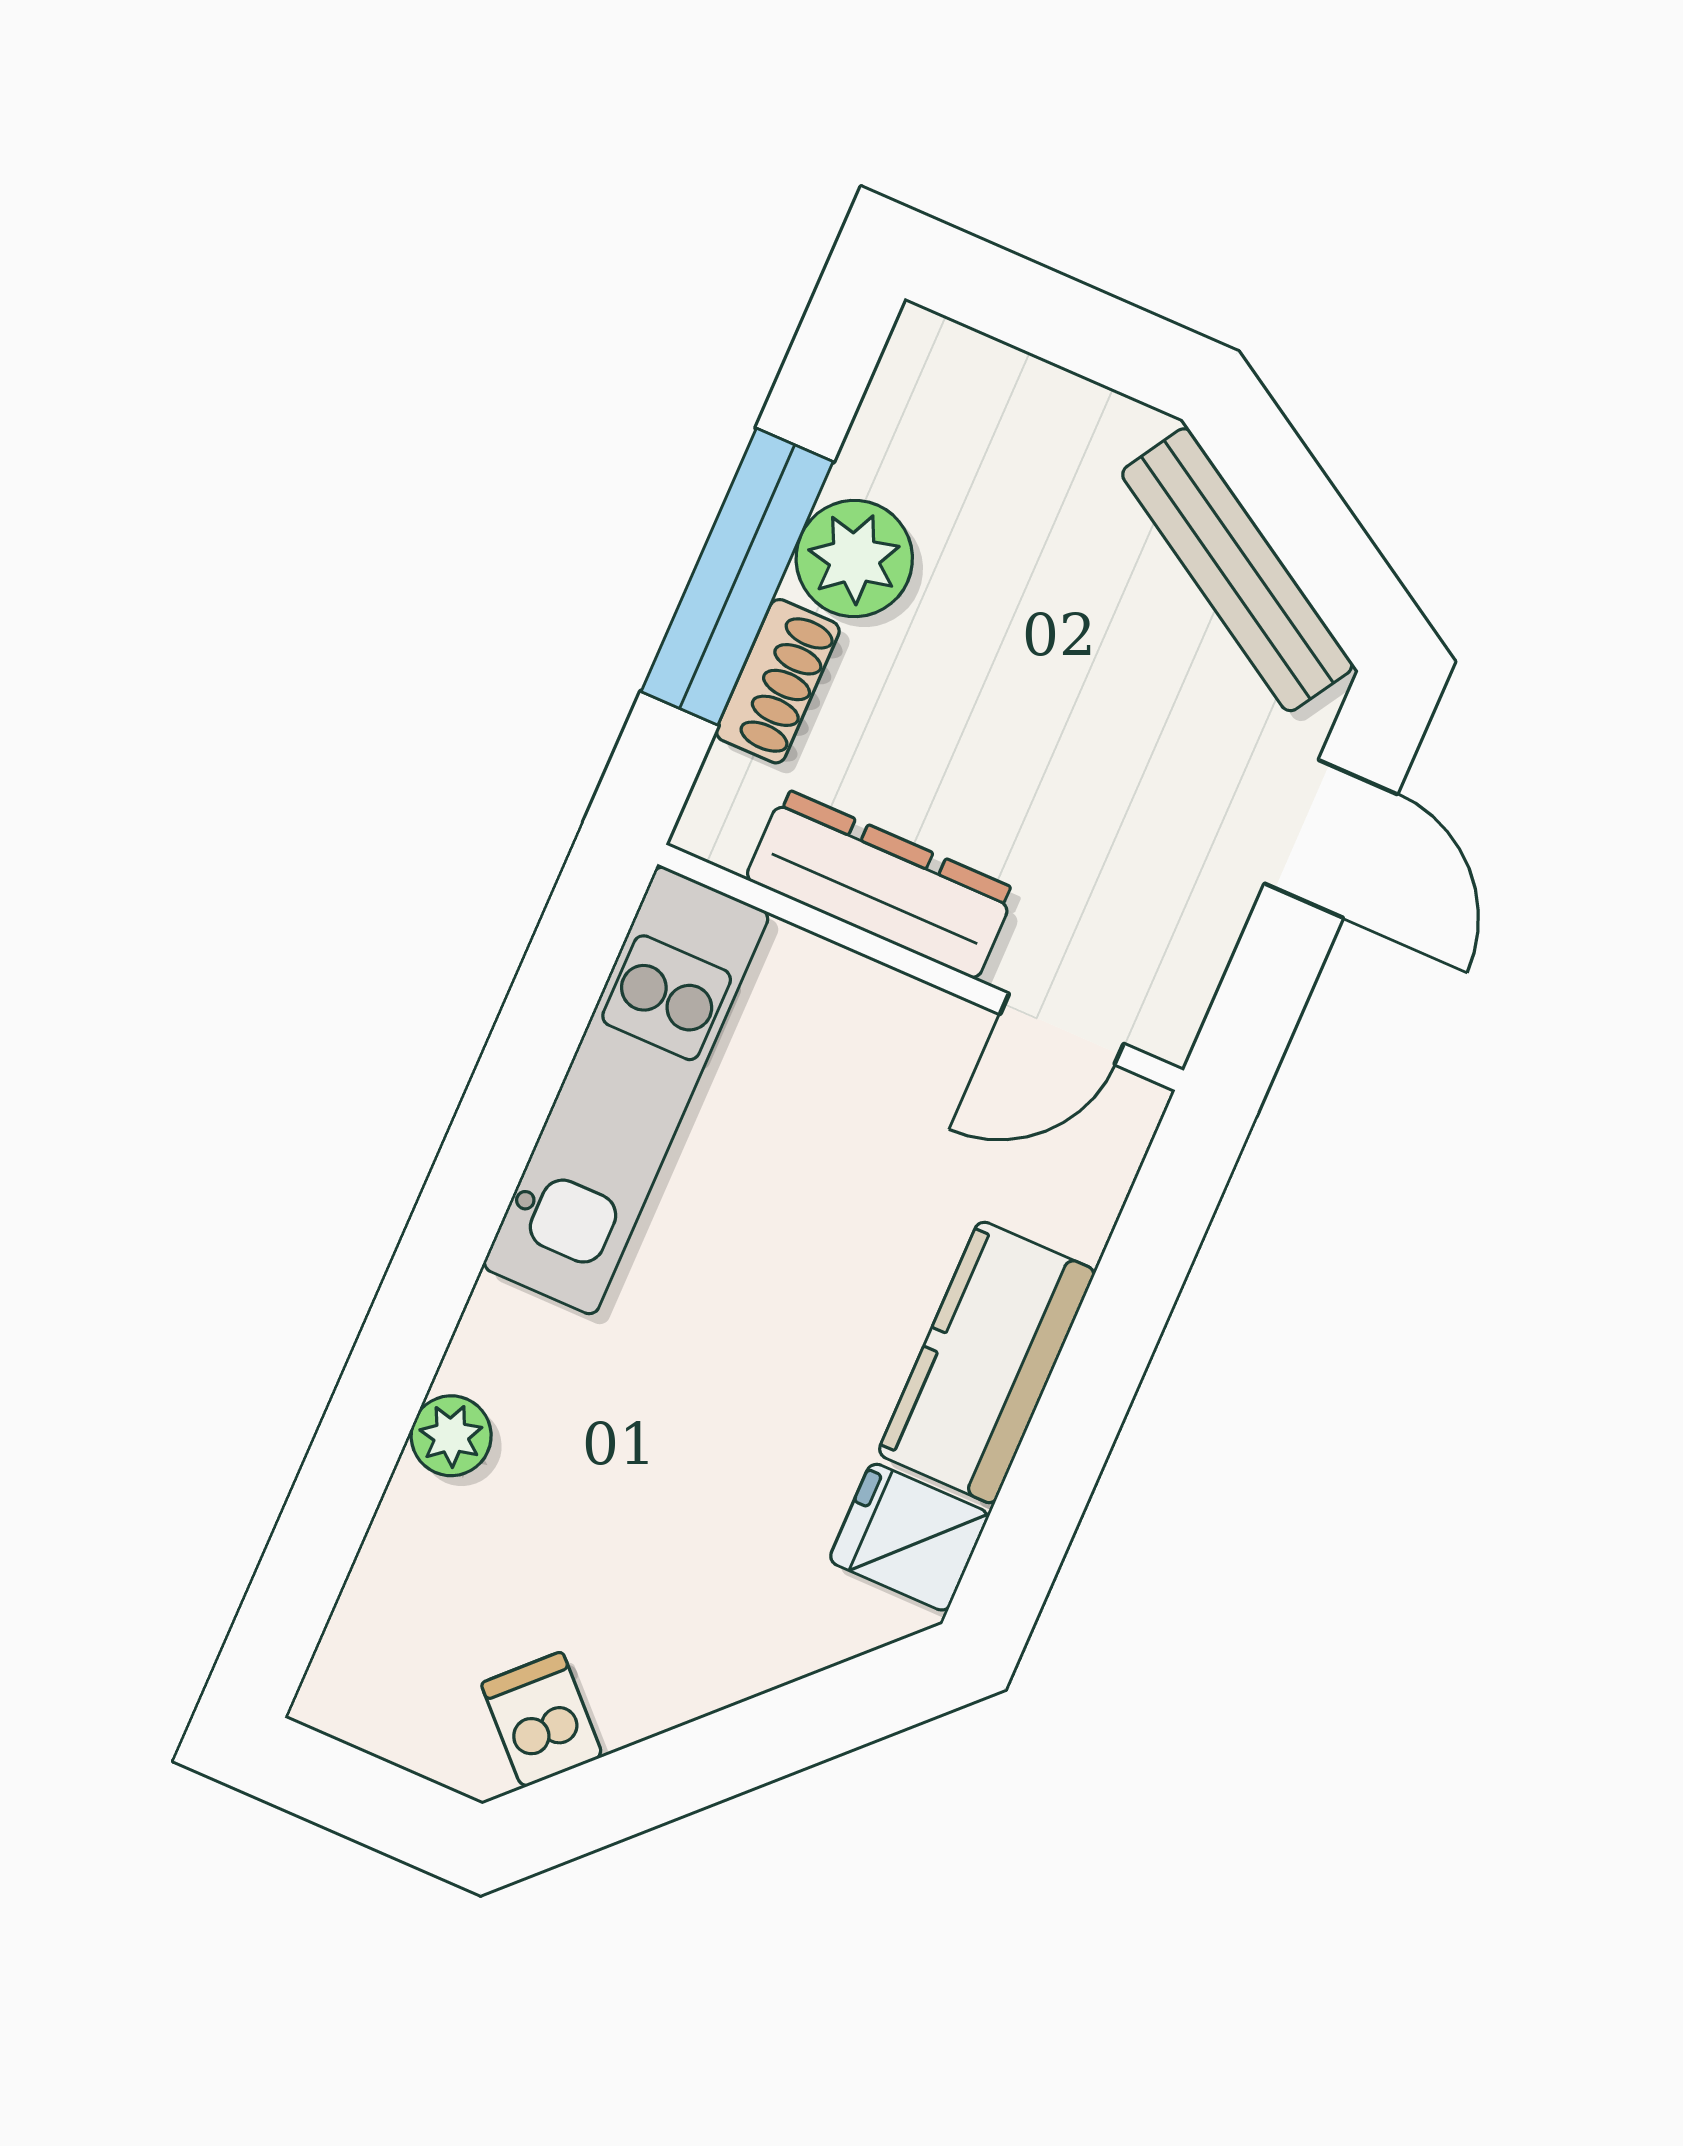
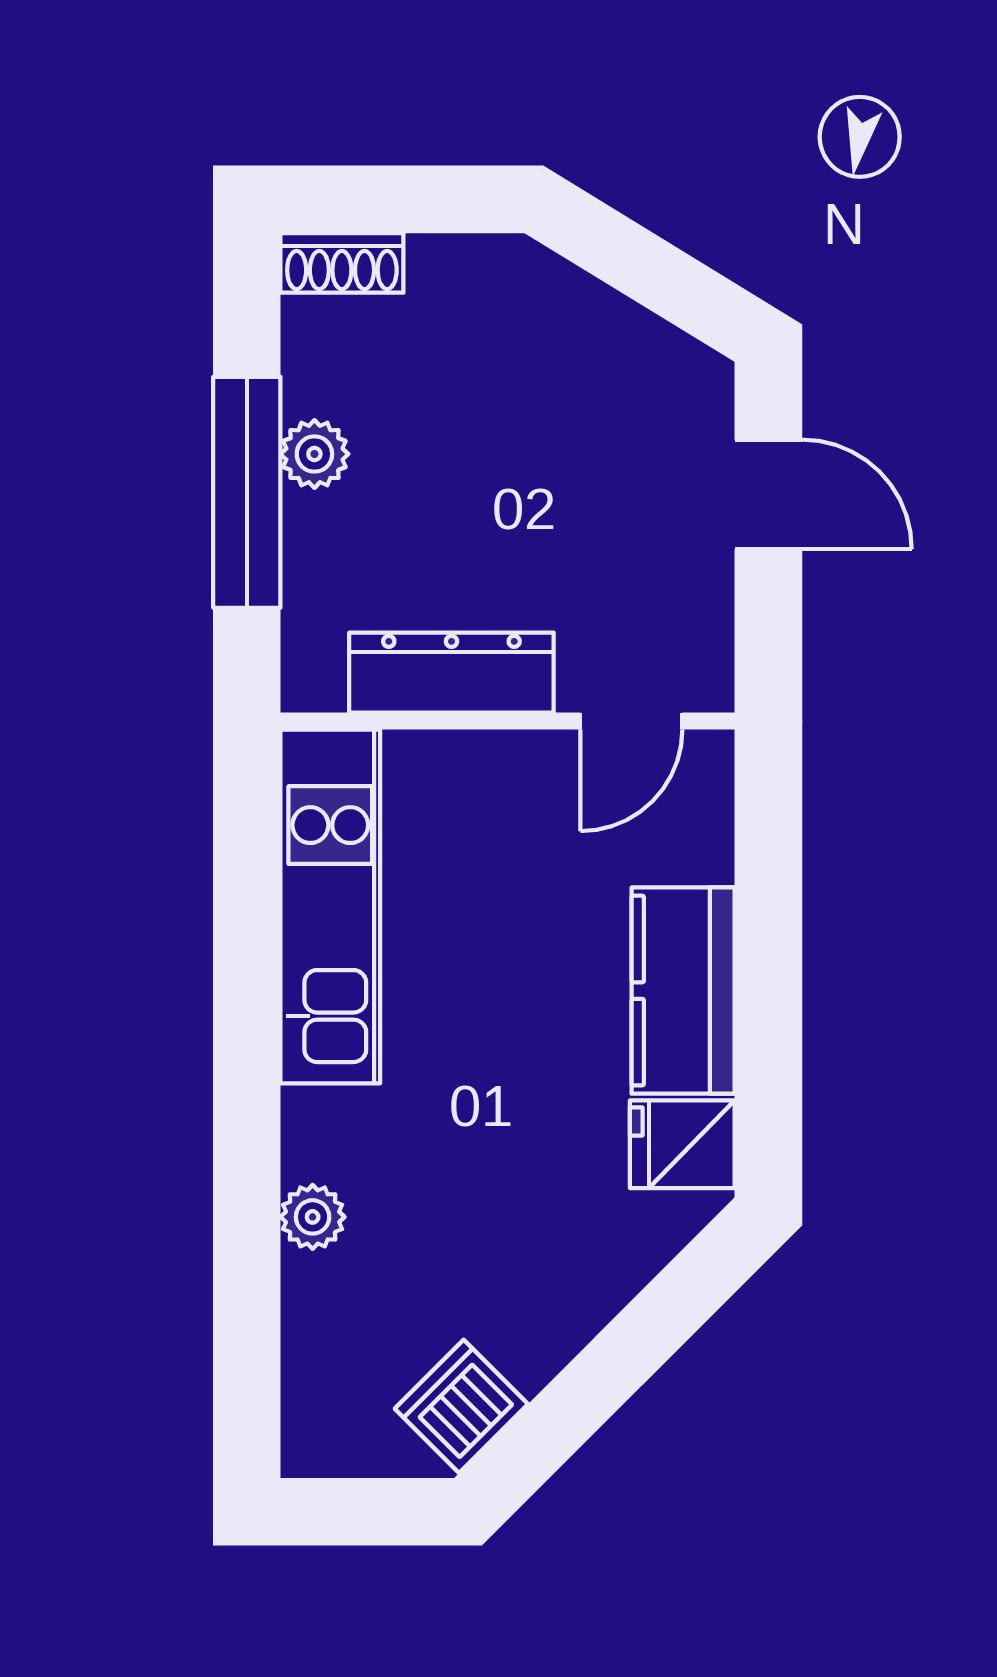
plant: (854, 558) -> (314, 454), width x0.73, depth x0.73
bench: (1237, 570) -> (613, 326), removed
shoe rack: (778, 681) -> (342, 263), moved, turned 90
dishwasher: (542, 1720) -> (461, 1406), width x1.38

